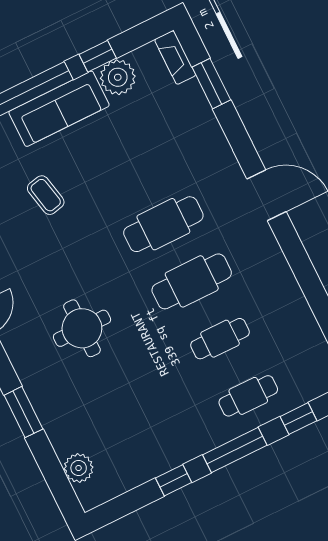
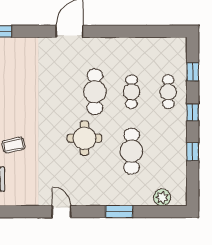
cafe table: (163, 224) -> (132, 151), moved
round table: (82, 328) -> (84, 138), moved
window: (235, 450) -> (193, 112), width x0.46

